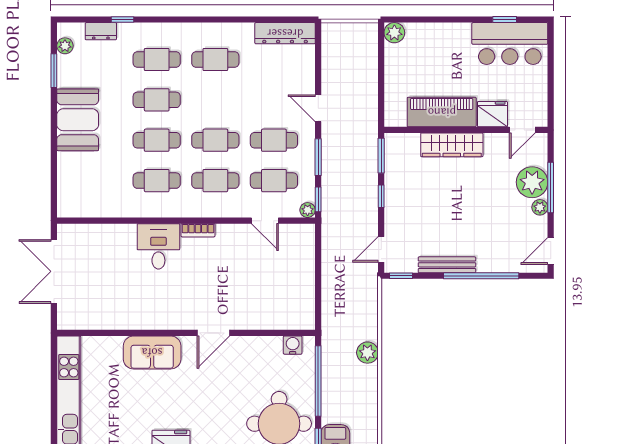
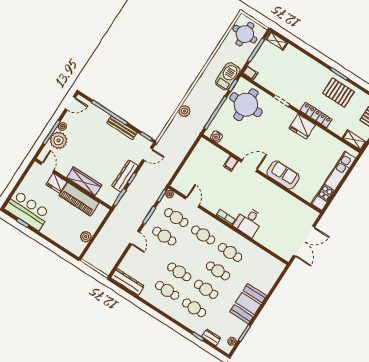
plant: (394, 33) -> (86, 237), moved
door: (522, 130) -> (47, 167), hinge flipped
cafe table: (215, 140) -> (179, 272), moved
dresser: (395, 194) -> (125, 176), added
filing cabinet: (244, 318) -> (231, 163), added

